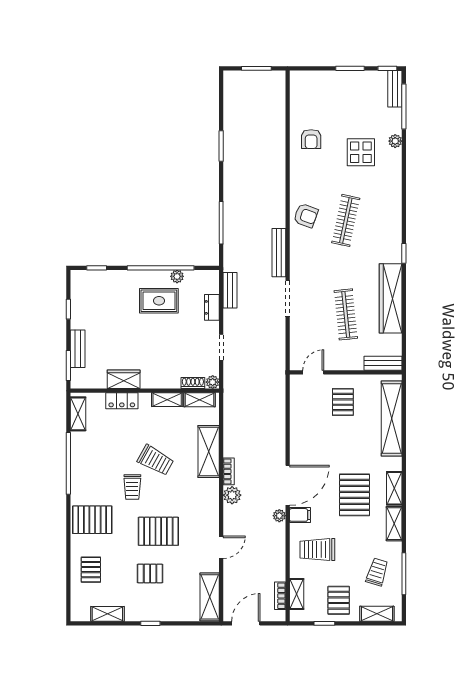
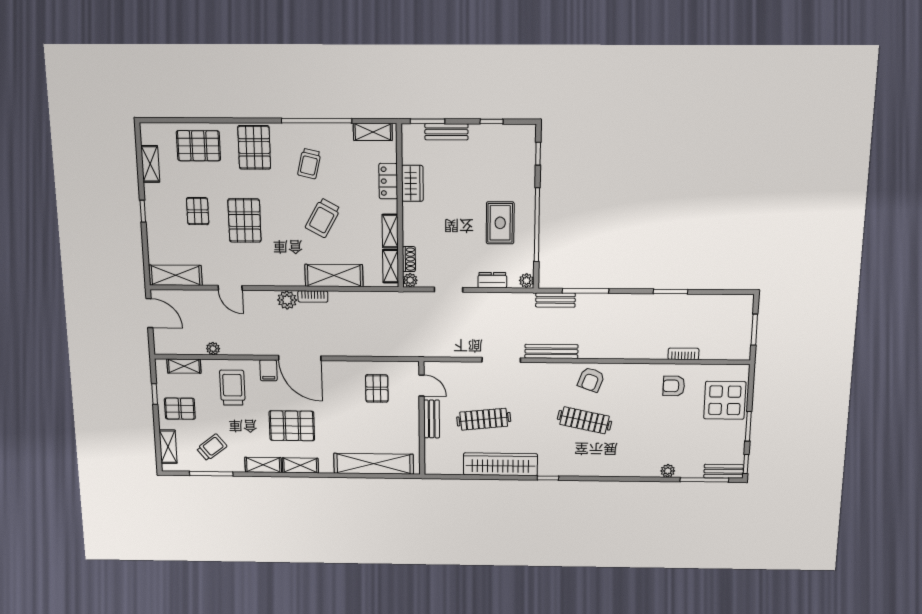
display table: (361, 152) -> (725, 400), moved, width x1.36, depth x1.36
plant: (177, 276) -> (526, 281), moved
bench: (230, 290) -> (555, 300), moved
bench: (383, 363) -> (432, 419), moved
pallet: (343, 402) -> (377, 388), moved, turned 90
trolley: (132, 487) -> (309, 164), moved, turned -77
plant: (279, 516) -> (213, 349), moved
pallet: (91, 570) -> (198, 146), width x1.50, depth x1.42
trolley: (377, 572) -> (212, 447), turned -55
bookcase: (280, 596) -> (683, 354), moved

